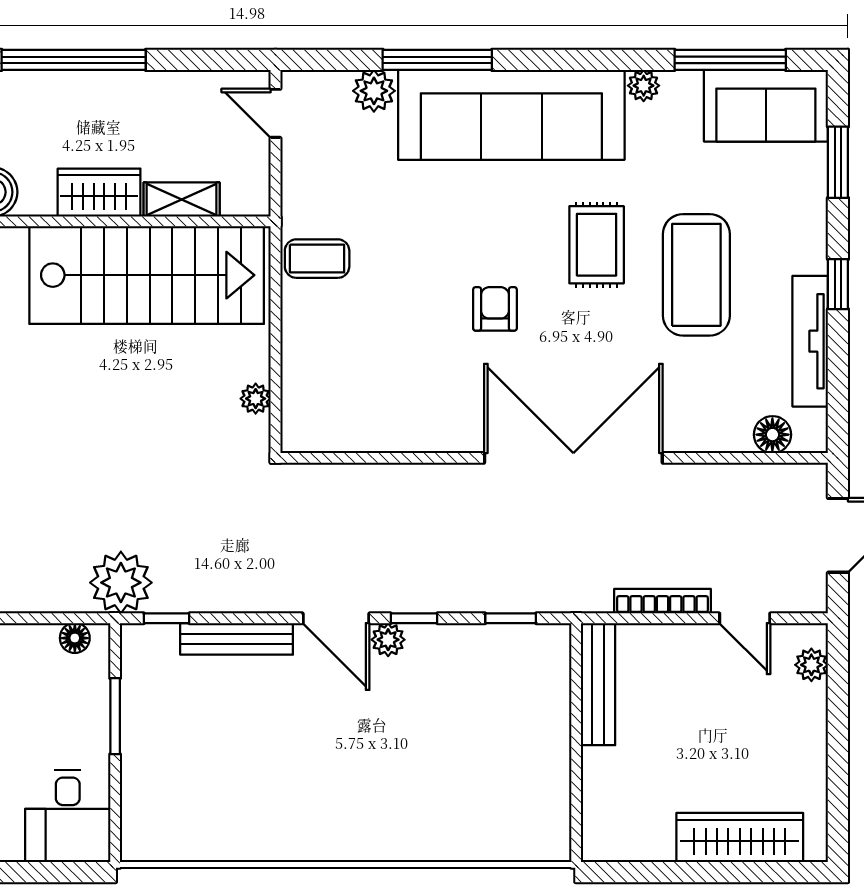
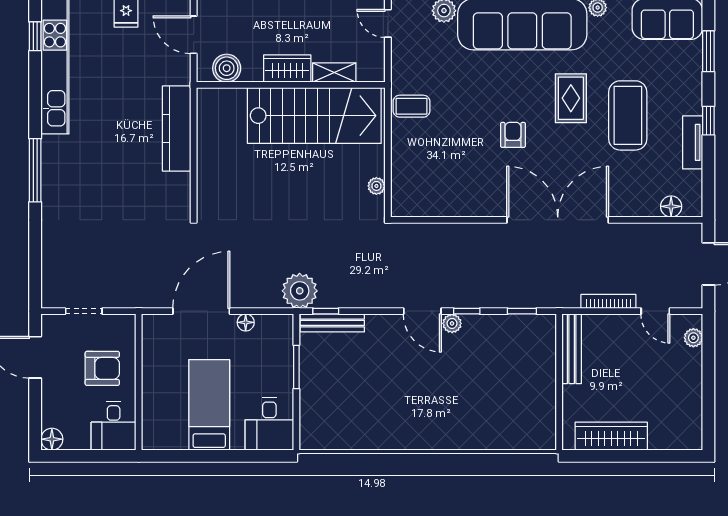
tv unit: (810, 341) -> (693, 142), width x0.71
floor lamp: (75, 638) -> (246, 322), moved
bench: (237, 639) -> (332, 323), moved
wardrobe: (740, 837) -> (611, 436), moved

